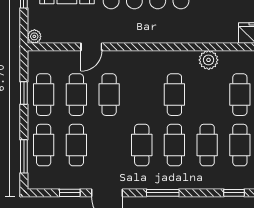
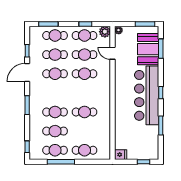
door: (91, 47) -> (112, 53), moved
plant: (209, 60) -> (105, 32), moved
cafe table: (142, 145) -> (55, 74), moved

